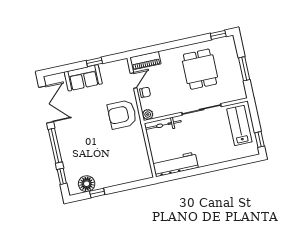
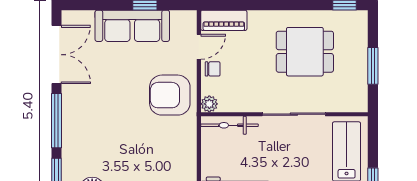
dining table: (200, 69) -> (305, 52), turned 90
sofa: (83, 78) -> (132, 26), width x1.36

